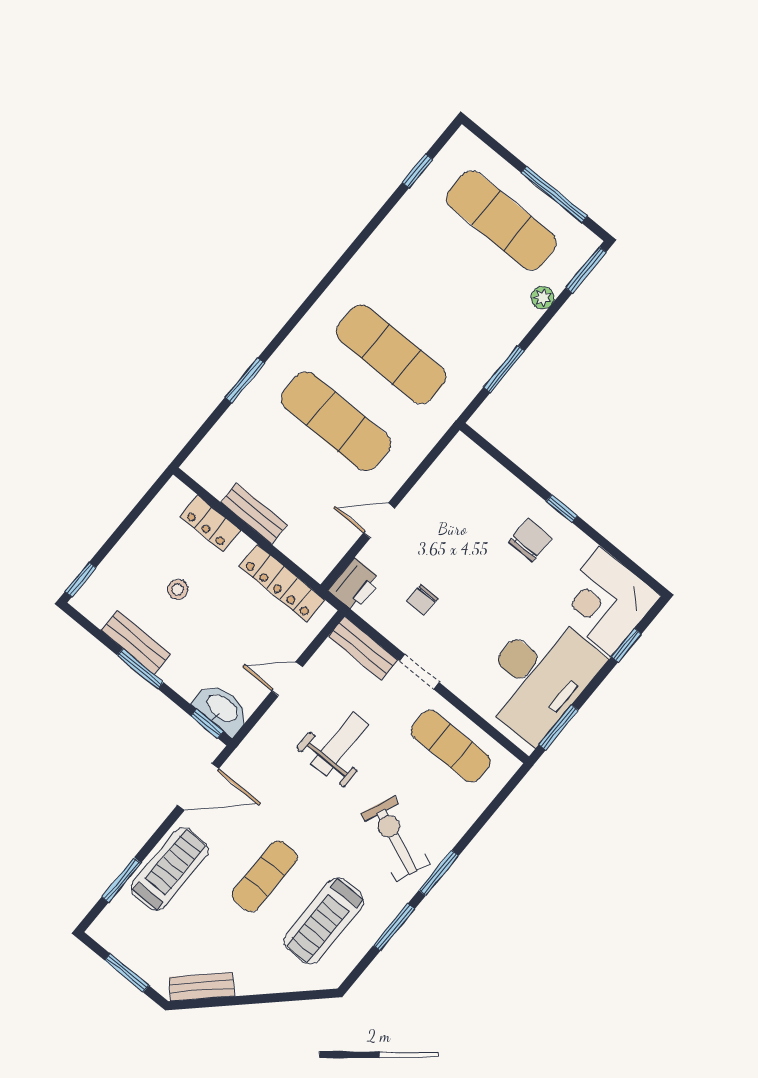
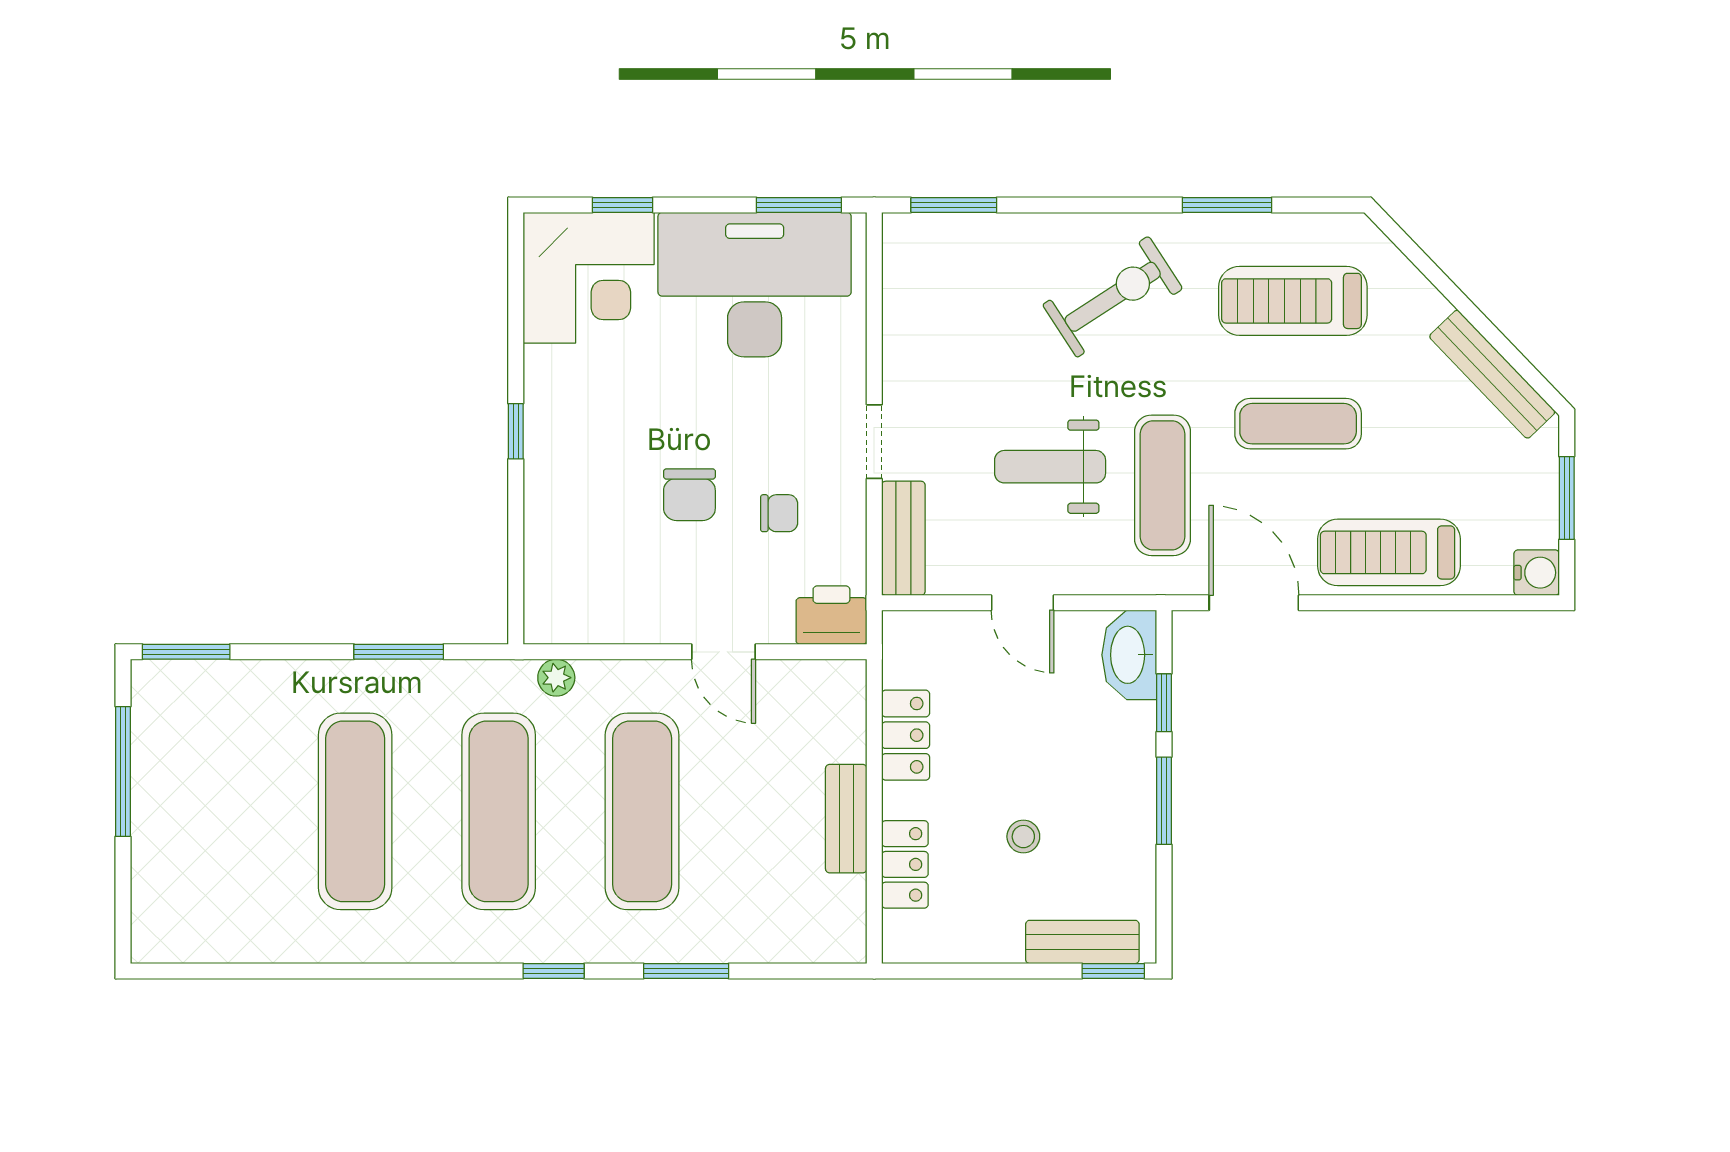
window: (417, 171) -> (554, 971), moved
exercise mat: (502, 221) -> (355, 811), moved
plant: (543, 298) -> (556, 678), moved
chair: (530, 540) -> (689, 495), moved, turned -90
locker: (282, 583) -> (906, 735), width x0.66
bench: (136, 642) -> (1082, 942), moved, turned 90
window: (207, 724) -> (1164, 703), moved
exercise mat: (451, 746) -> (1162, 485), moved
exercise bike: (395, 839) -> (1113, 297), turned -146
window: (439, 873) -> (954, 205), moved
window: (121, 880) -> (1454, 603), removed
treadmill: (324, 921) -> (1293, 301), turned 180
water cooler: (103, 930) -> (1537, 573), added
bench: (202, 987) -> (1492, 374), width x1.36

